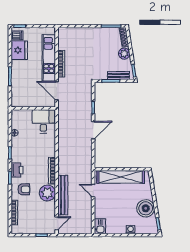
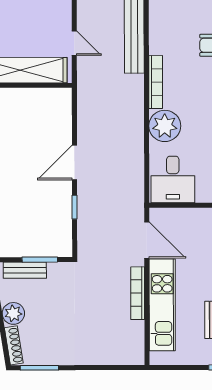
plant: (47, 193) -> (165, 126), moved

